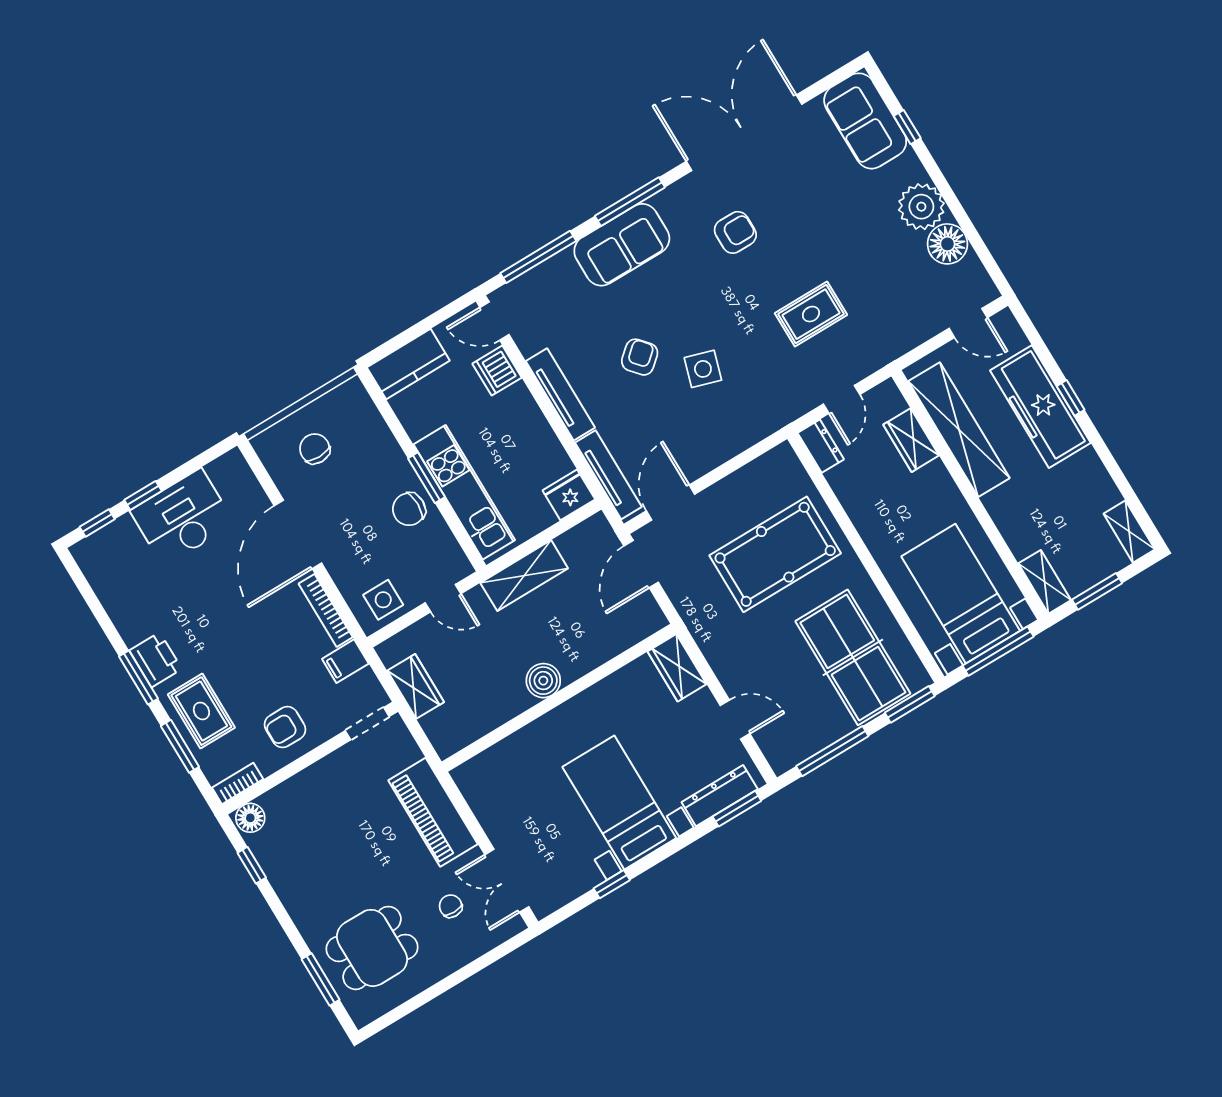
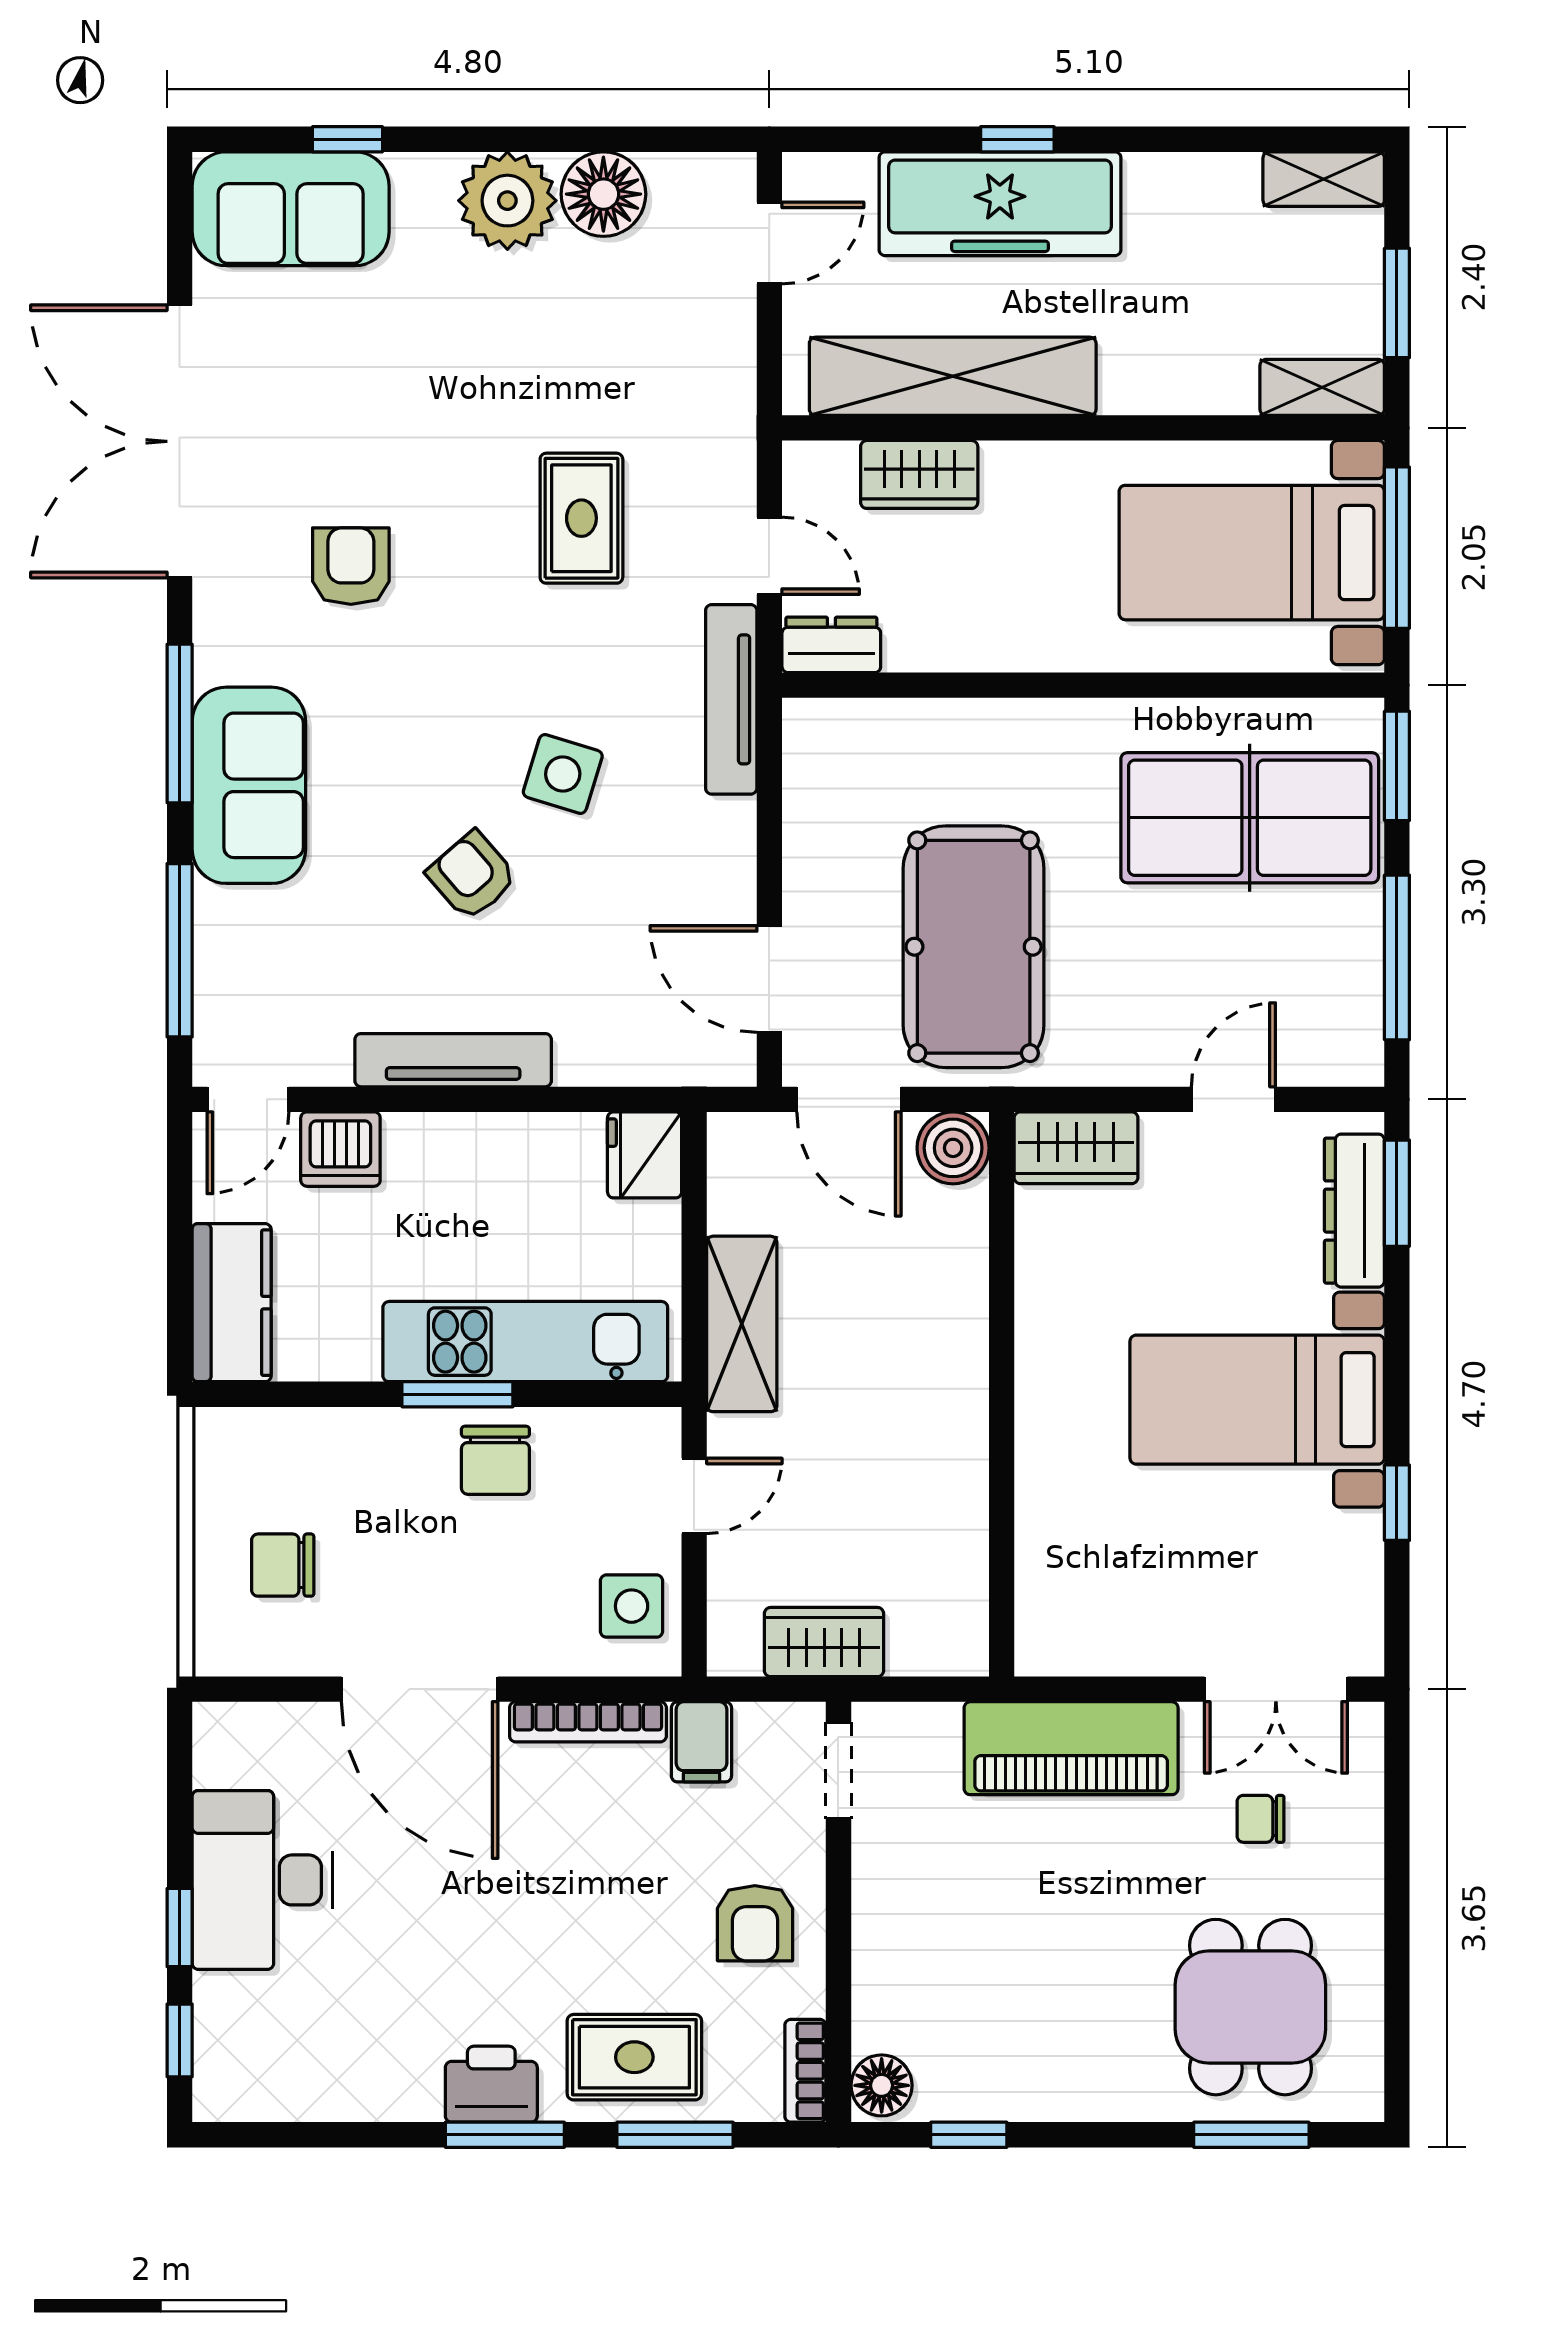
tv unit: (608, 475) -> (731, 699), moved, turned -90
pool table: (775, 554) -> (974, 947), moved
boiler: (543, 681) -> (953, 1148), moved

